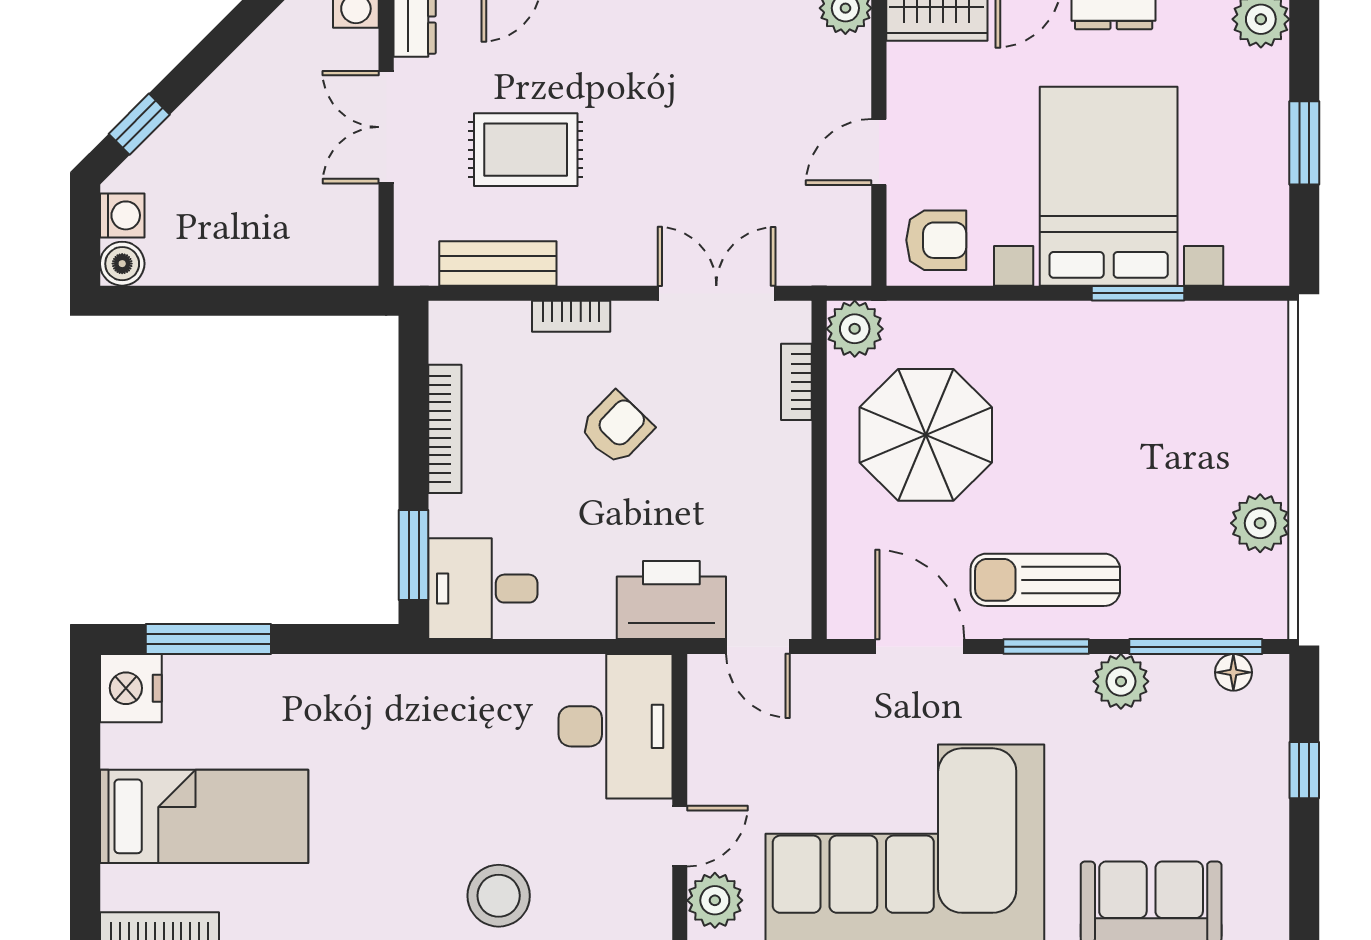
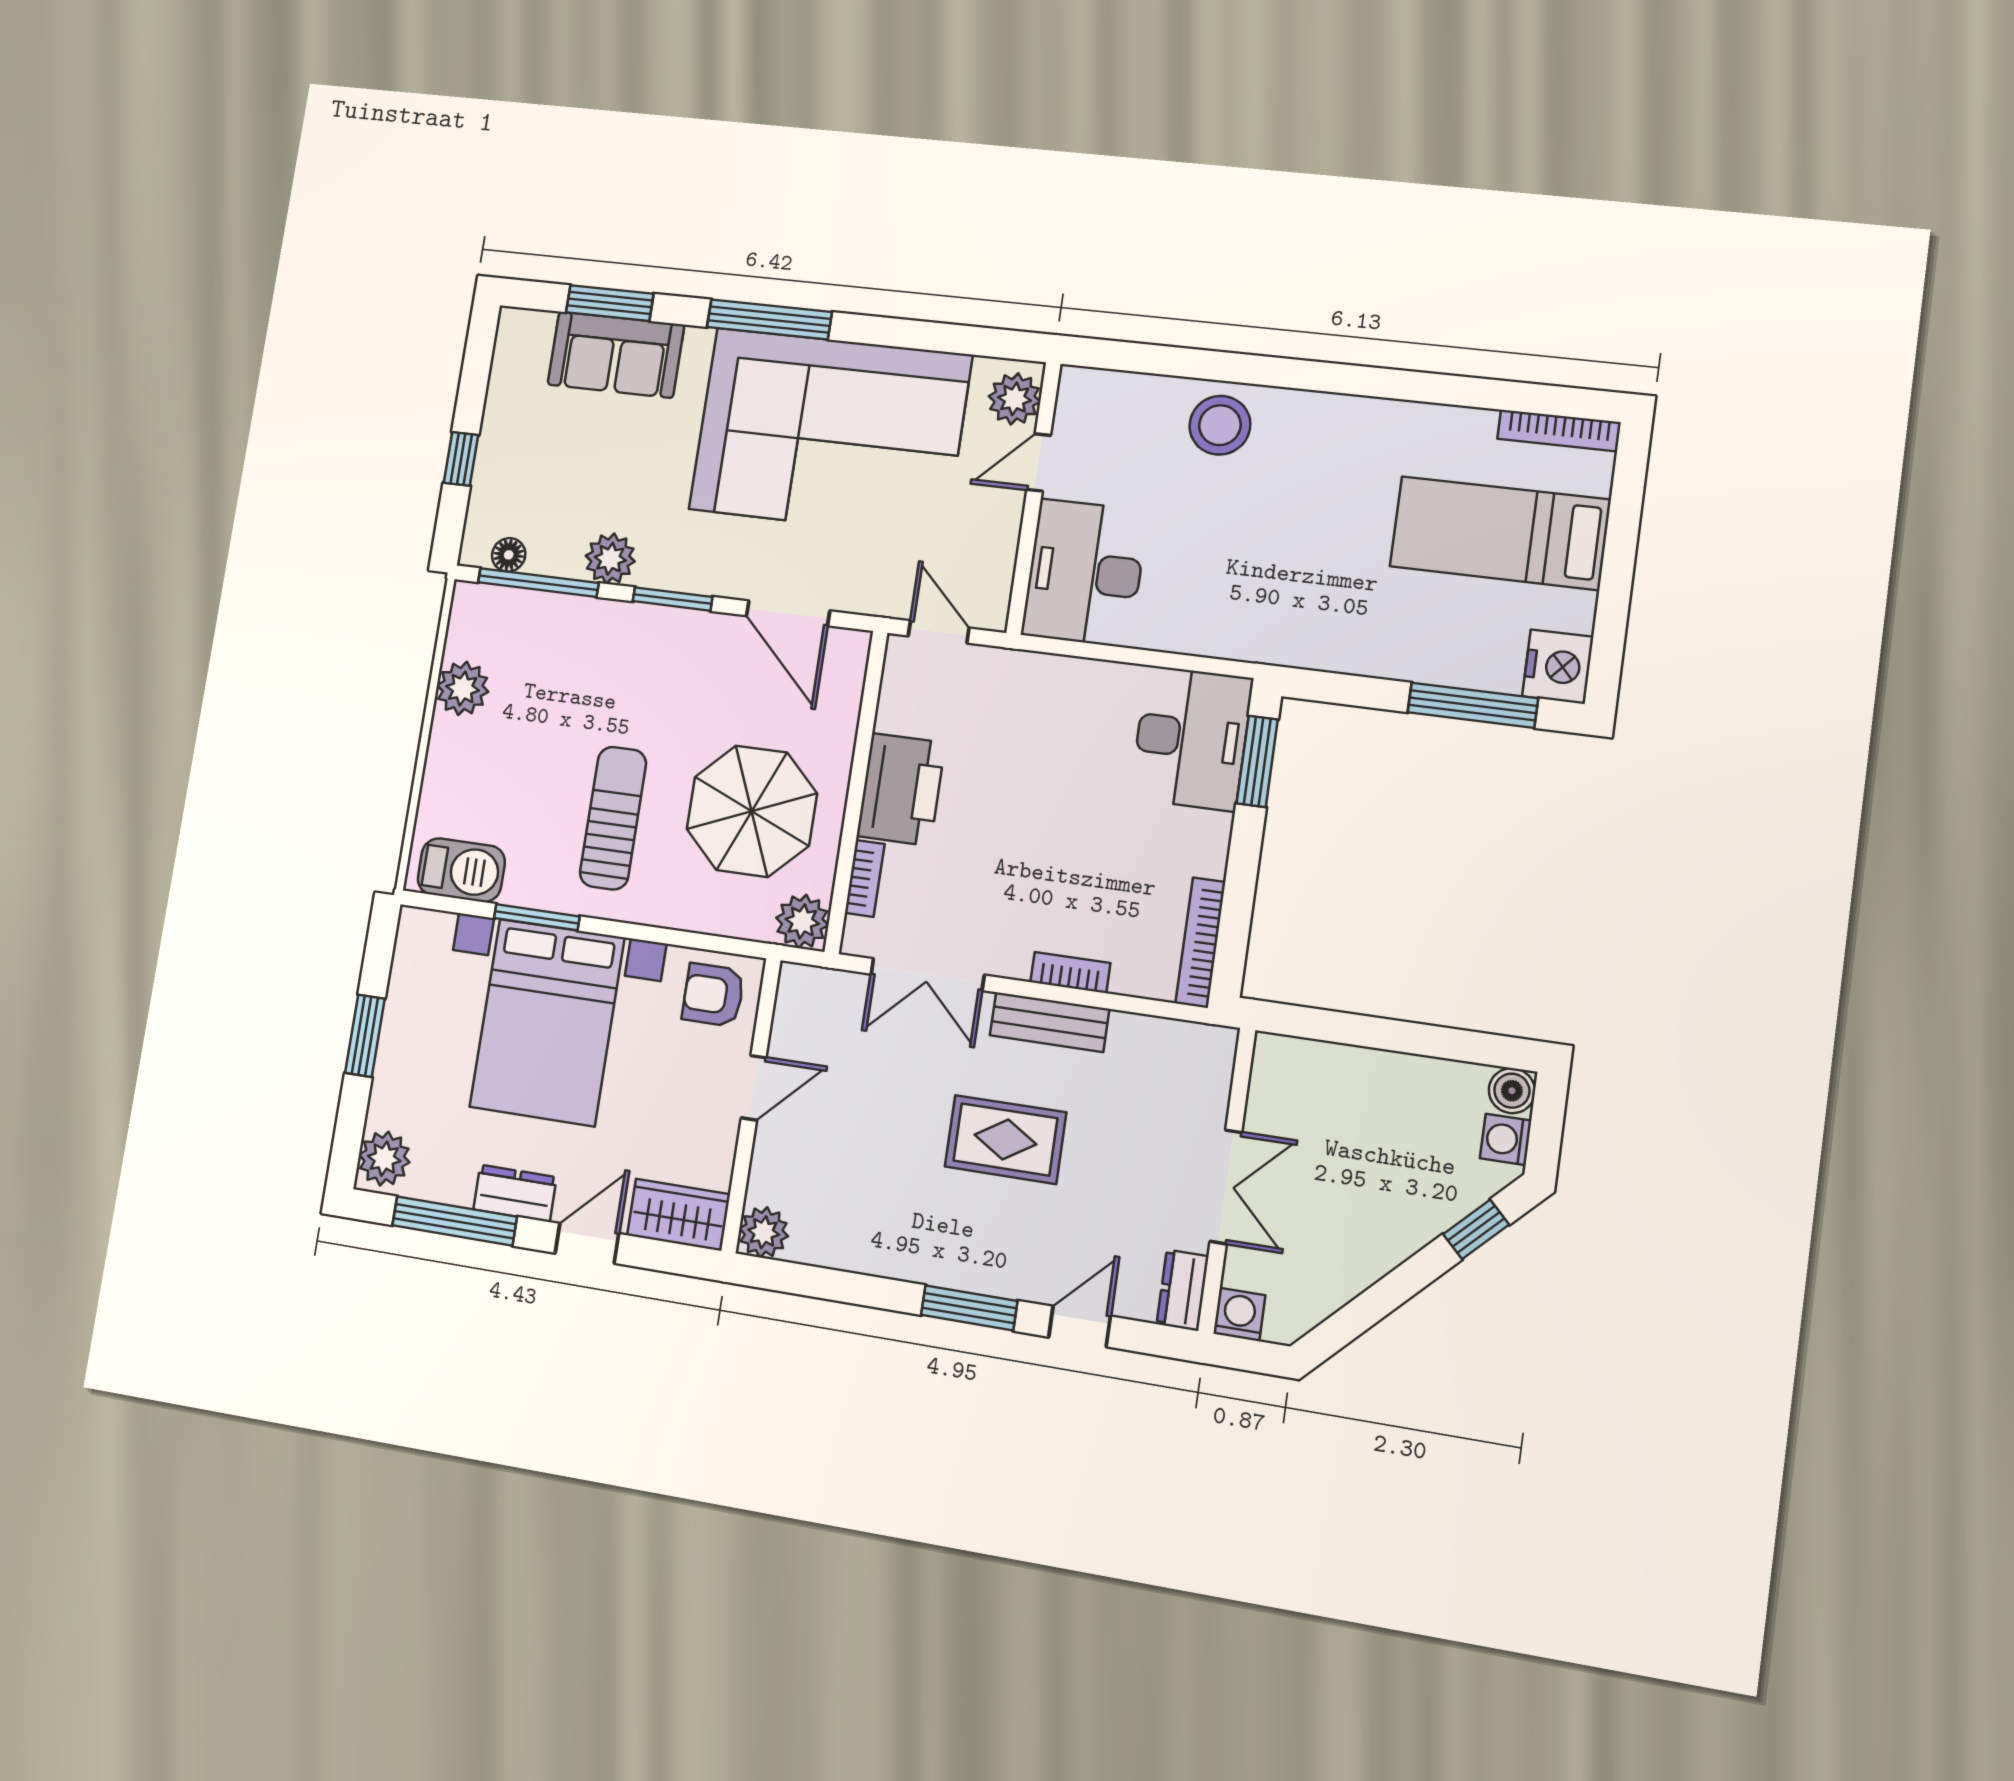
rug: (526, 150) -> (1005, 1139), moved
bench: (498, 263) -> (1050, 1022), moved
barbecue: (1229, 331) -> (461, 870), added
armchair: (616, 428) -> (1042, 858), removed
bookcase: (445, 429) -> (1200, 943), moved
sun lounger: (1045, 580) -> (613, 818), moved, turned -90
desk: (483, 589) -> (1191, 738), width x1.37
printer: (671, 600) -> (901, 789), moved, turned -90

